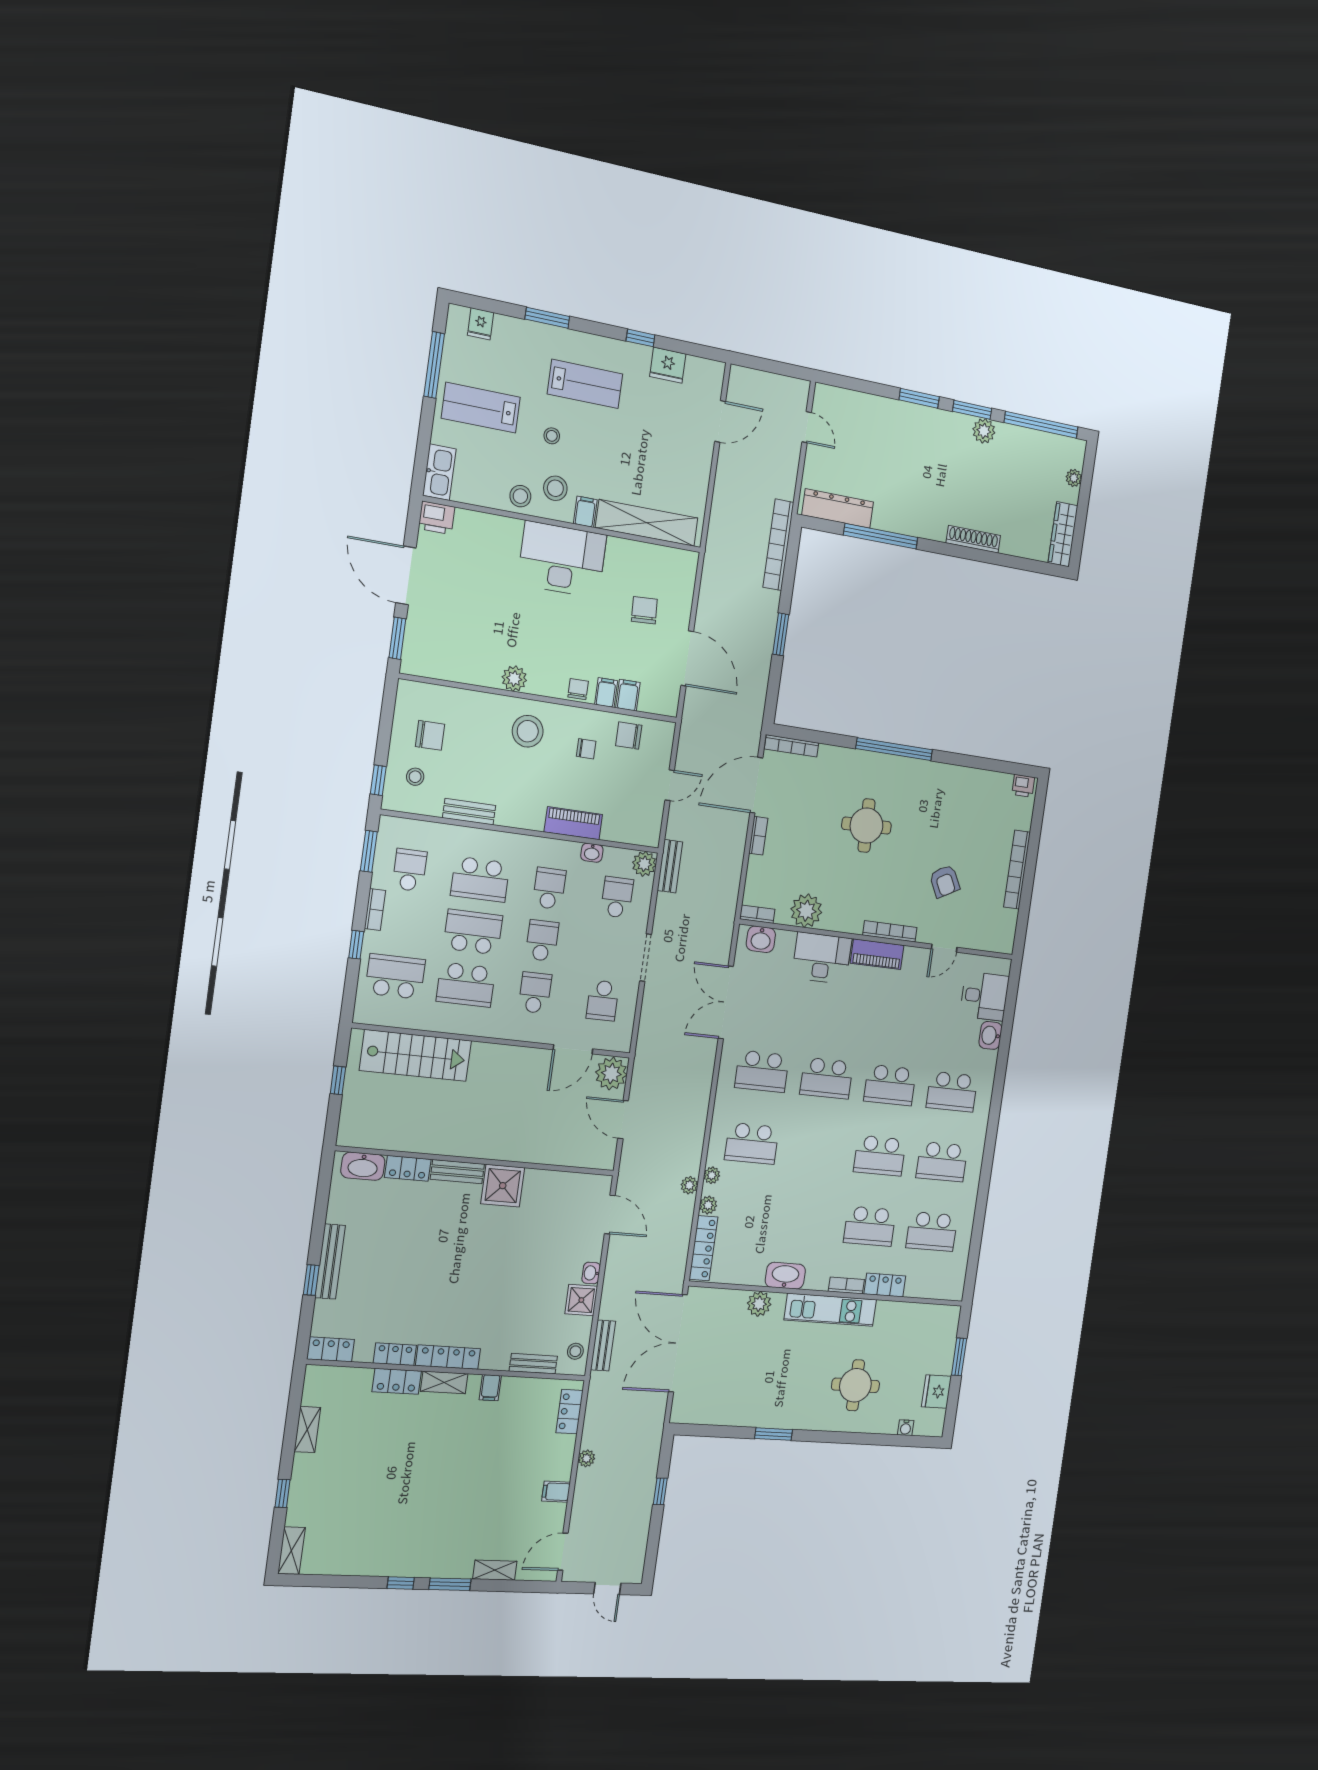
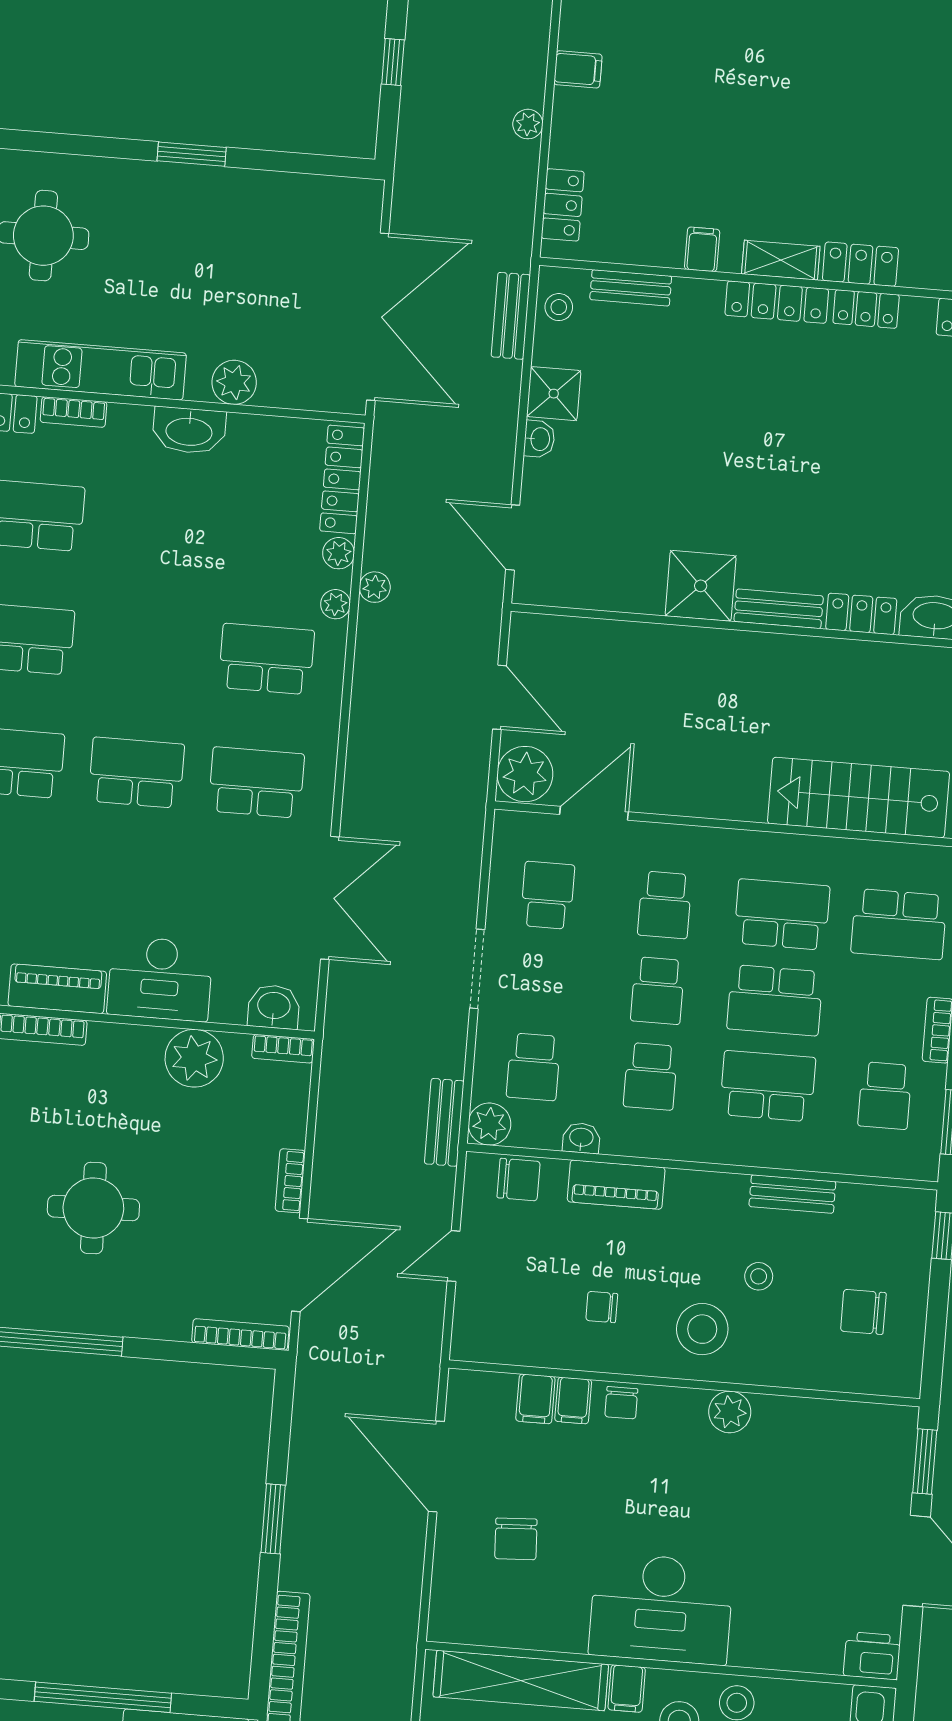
chair: (629, 735) -> (518, 1180), moved
stool: (415, 777) -> (759, 1276), moved

